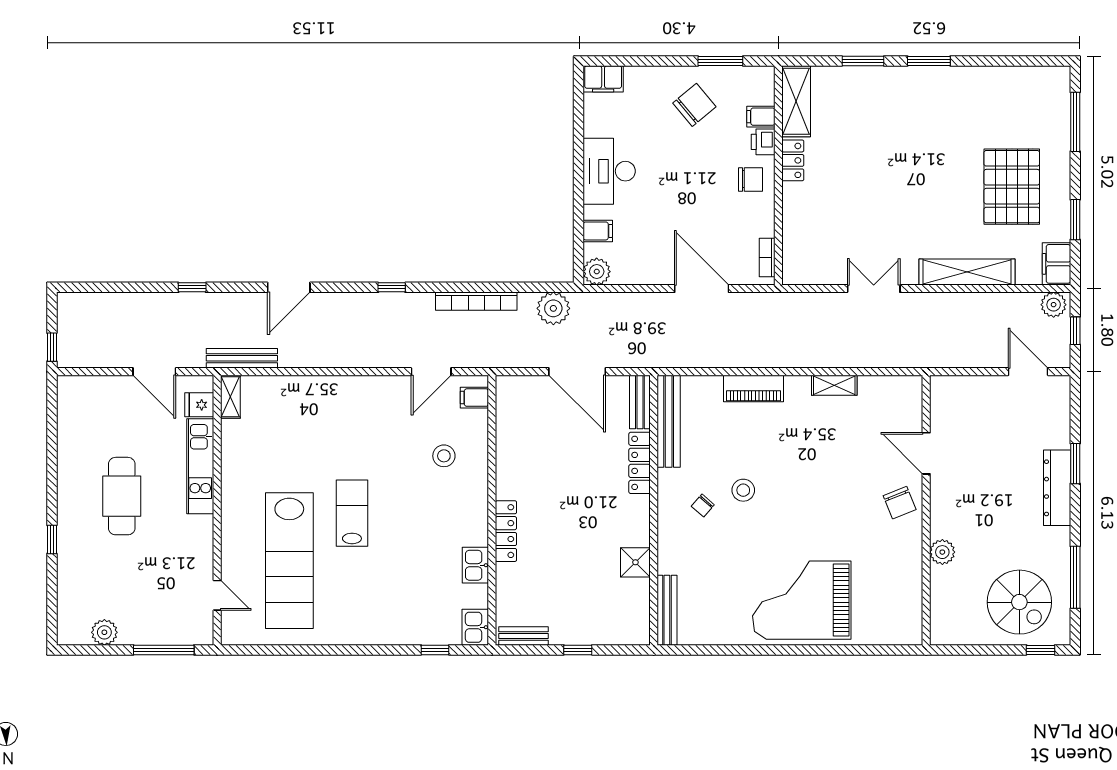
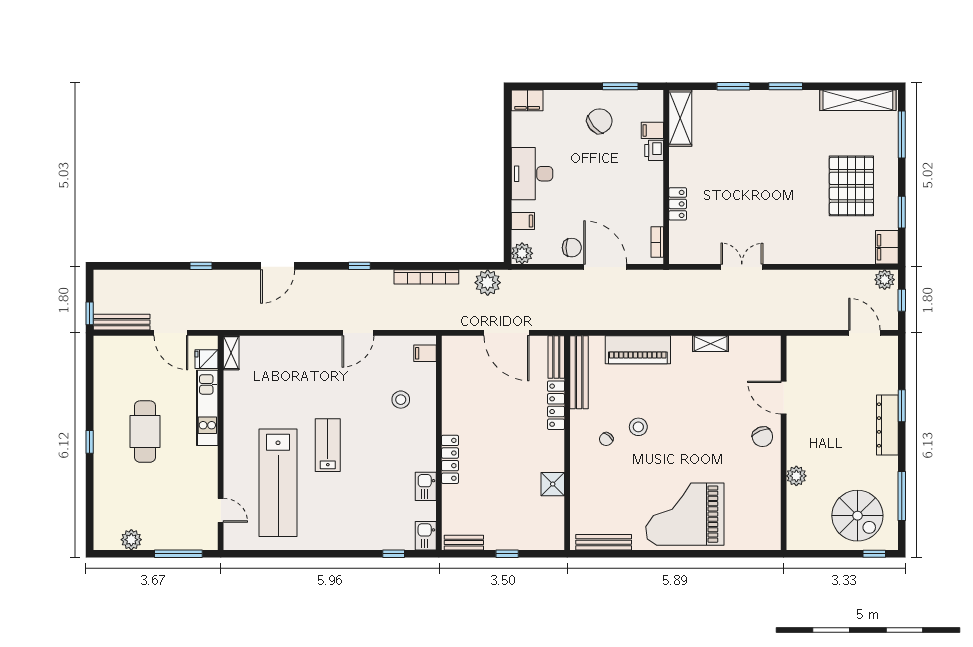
locker: (793, 160) -> (678, 204), moved
chair: (750, 179) -> (572, 248), moved
shelving: (967, 272) -> (858, 100), moved
bench: (242, 358) -> (122, 322), moved
door: (431, 372) -> (358, 333), moved
piano: (754, 389) -> (638, 350), width x1.37, depth x1.33
window: (52, 539) -> (90, 442), moved
bench: (667, 610) -> (604, 542), moved, turned 90

